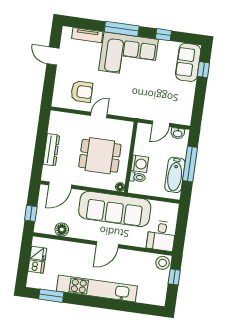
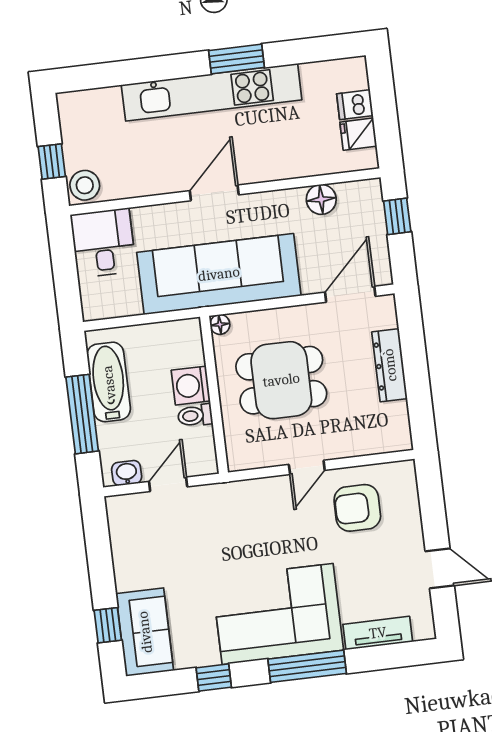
toilet: (138, 177) -> (195, 415), moved
window: (51, 296) -> (237, 59), moved

